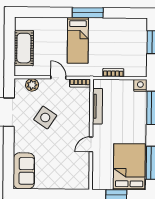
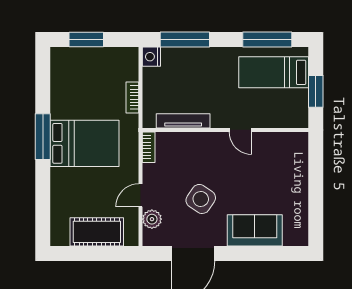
bed: (78, 40) -> (85, 143), width x1.50
door: (58, 78) -> (141, 195), moved
bed: (129, 167) -> (274, 72), width x0.67
sofa: (24, 171) -> (255, 230), moved

